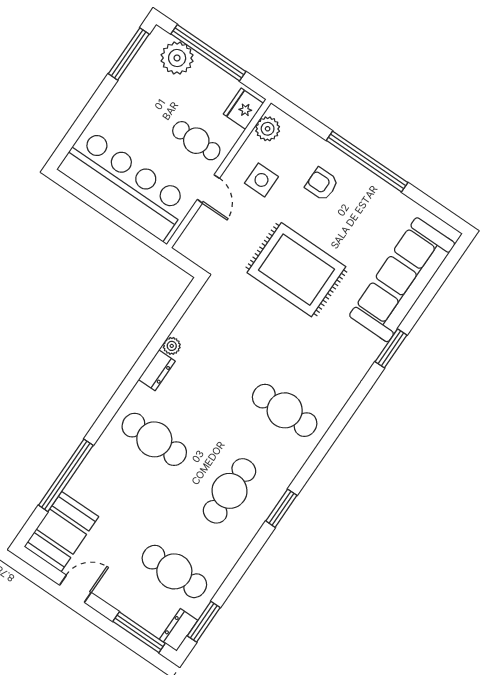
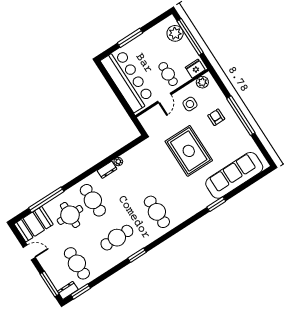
window: (129, 54) -> (130, 38), moved
round table: (123, 485) -> (70, 215), added

